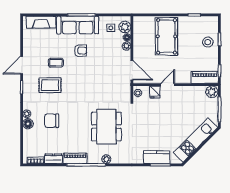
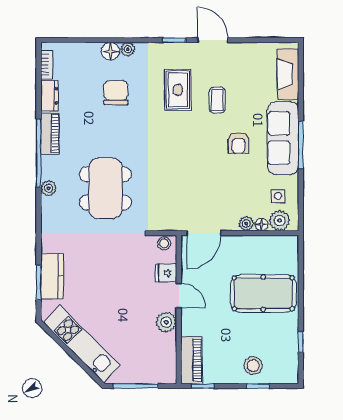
plant: (212, 92) -> (166, 322), moved
dining table: (106, 127) -> (105, 188), turned 90

